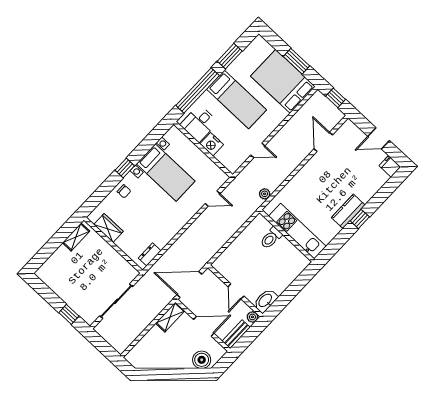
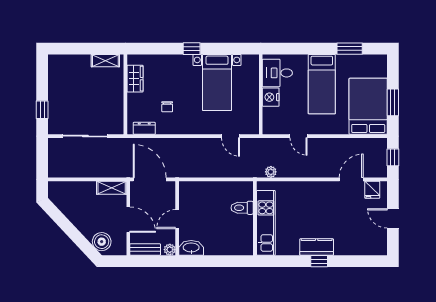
window: (198, 90) -> (301, 49), removed
fridge: (390, 166) -> (372, 190), moved, turned 180
chair: (124, 191) -> (167, 107), moved

